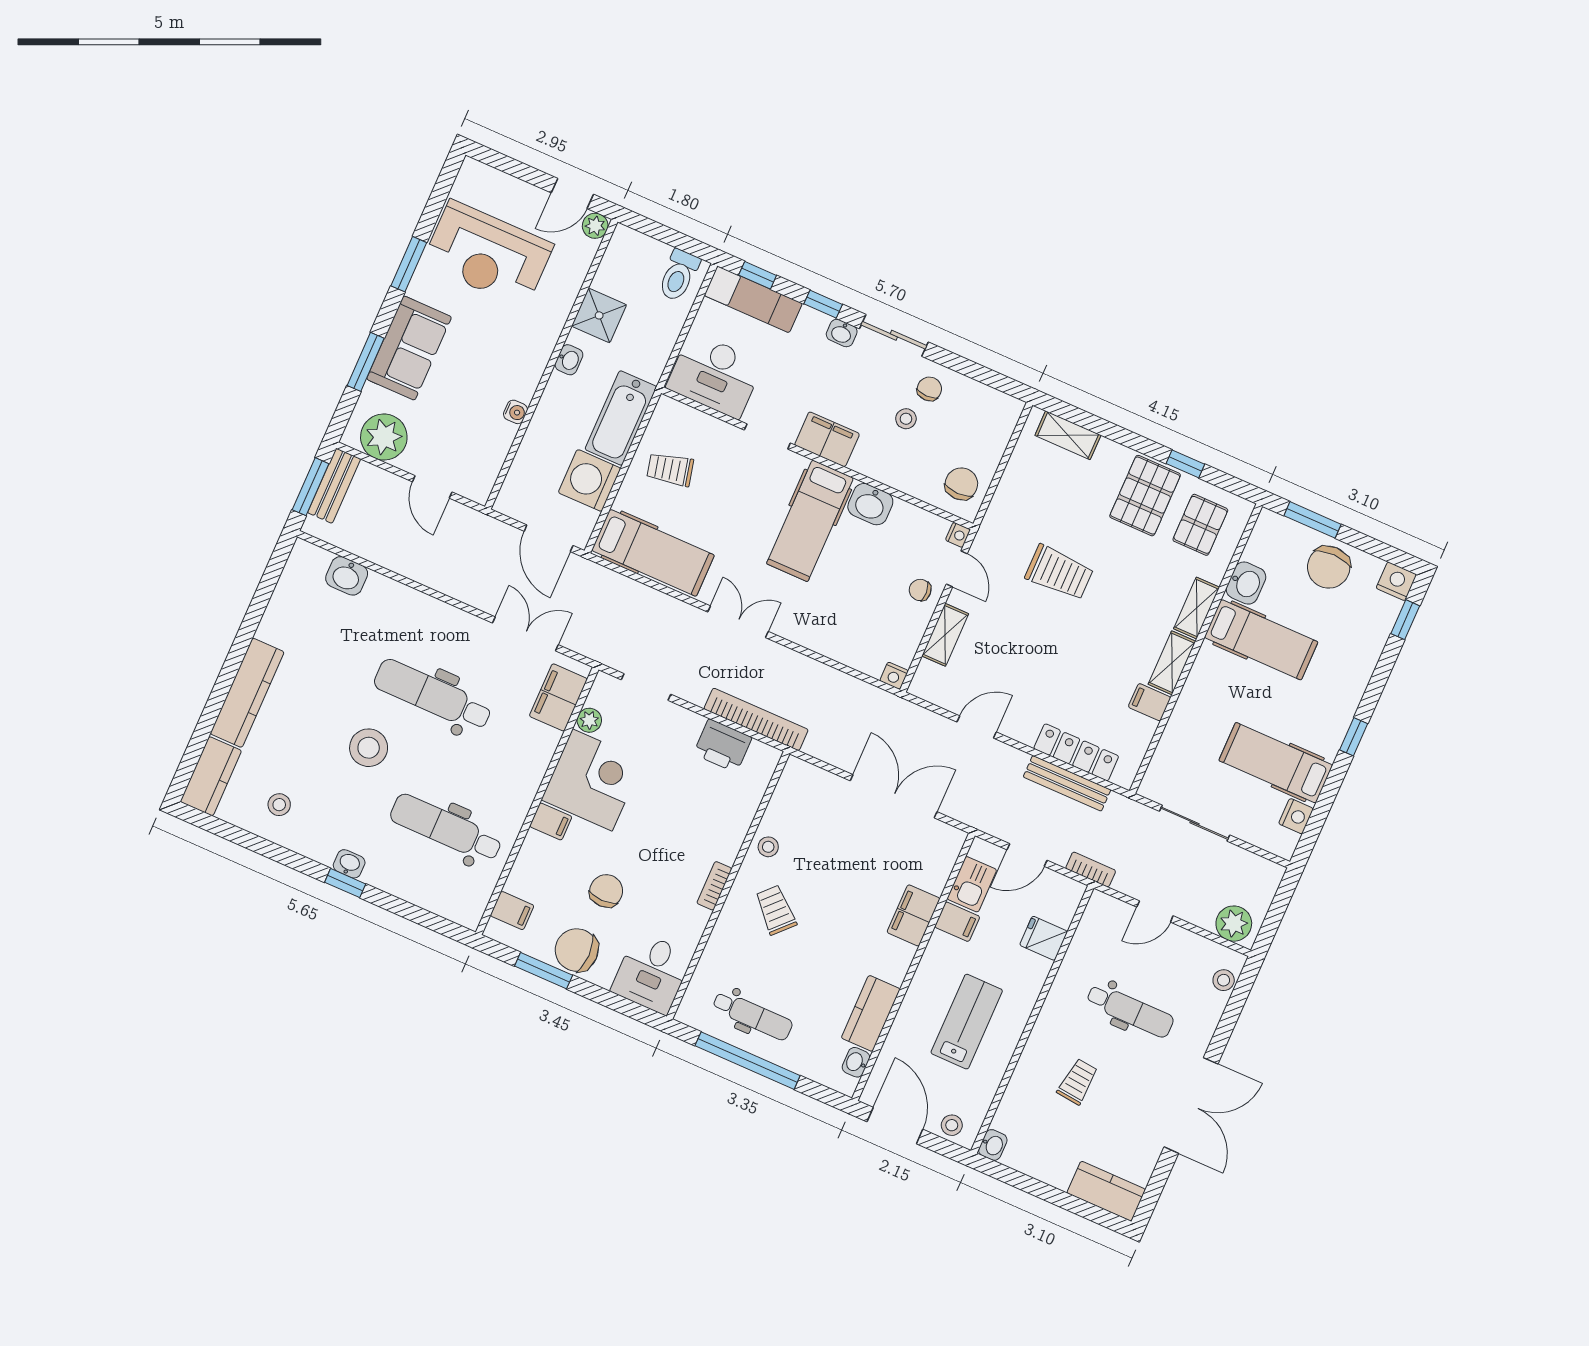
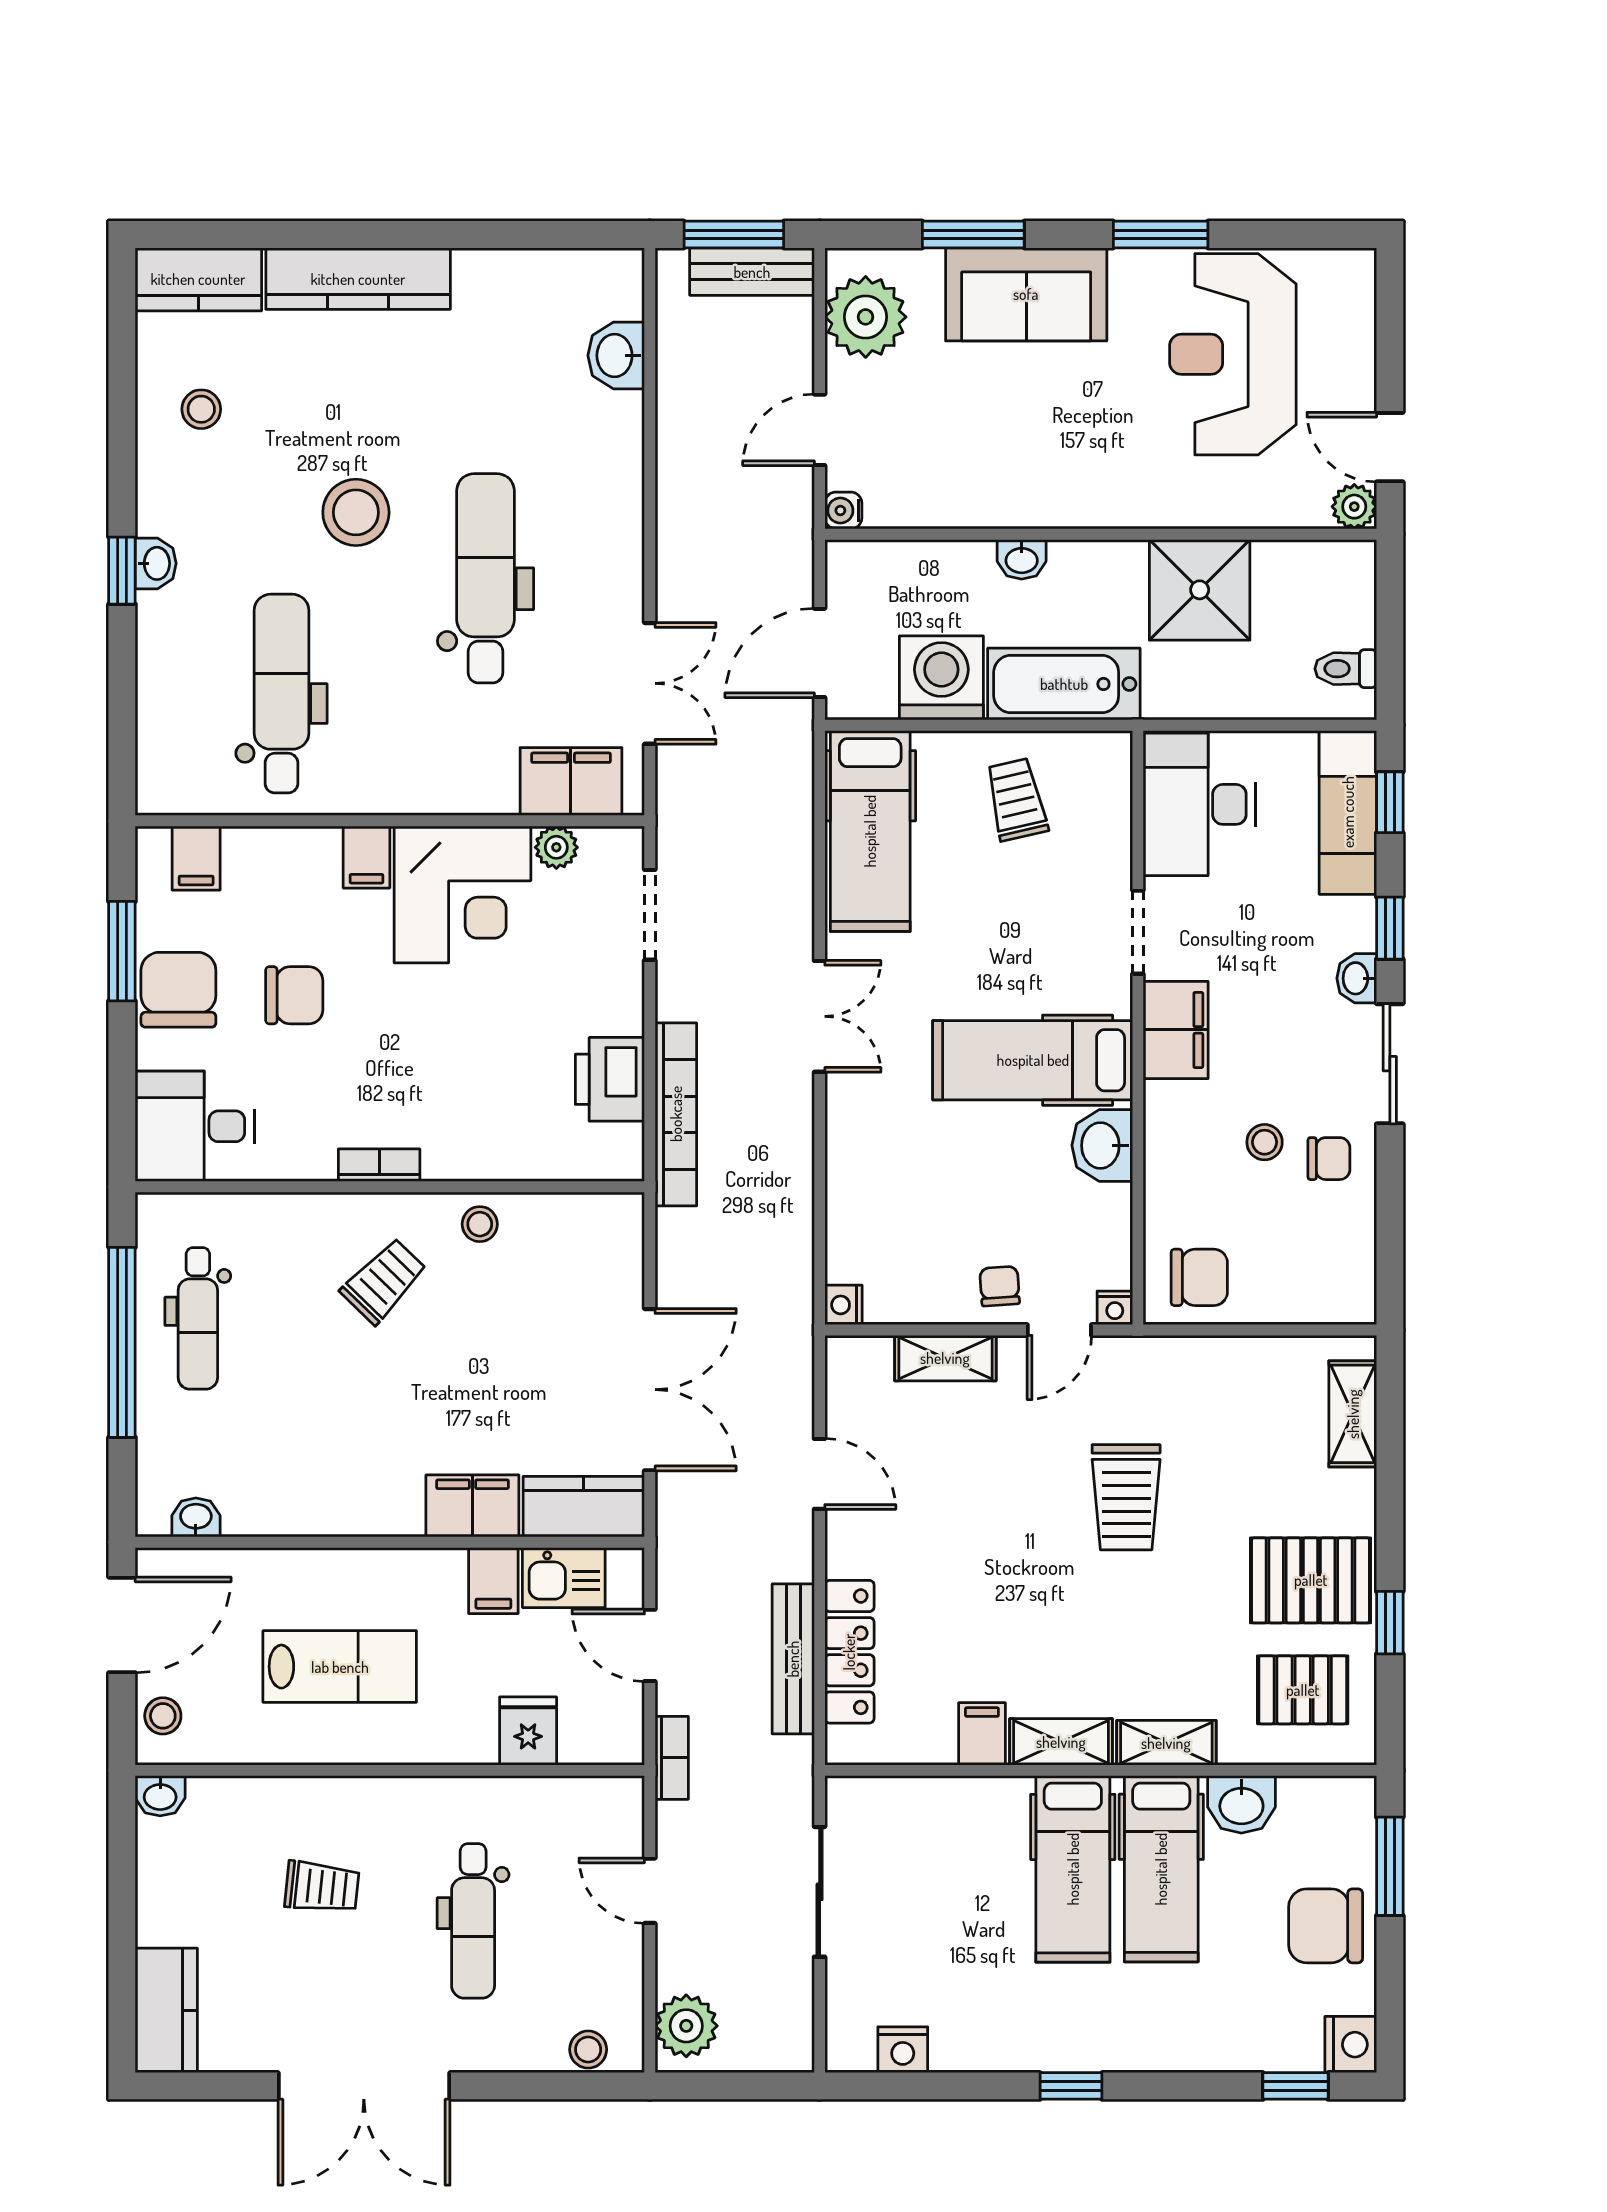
toilet: (679, 275) -> (1346, 669), width x0.73, depth x0.72
shower: (599, 315) -> (1200, 590), width x1.36, depth x1.36
washbasin: (569, 360) -> (1022, 559), moved
water cooler: (515, 412) -> (843, 510), moved, turned 90
hospital bed: (1276, 763) -> (1073, 1869), moved, turned 180
kitchen counter: (871, 1013) -> (584, 1507), moved

